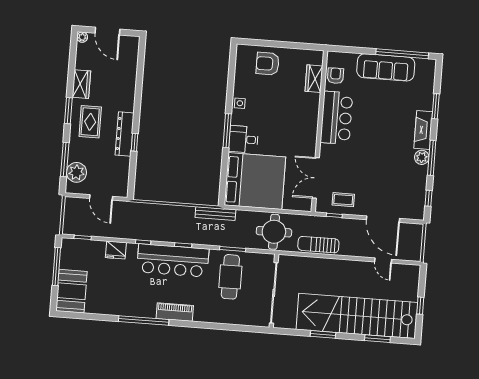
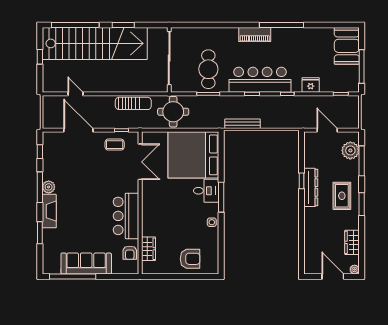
wardrobe: (81, 84) -> (352, 242), moved
bench: (215, 213) -> (243, 124), moved
window: (377, 339) -> (75, 25), width x2.11

